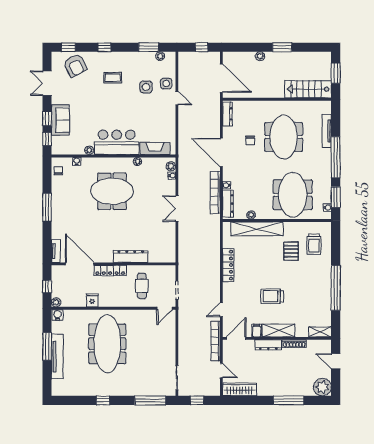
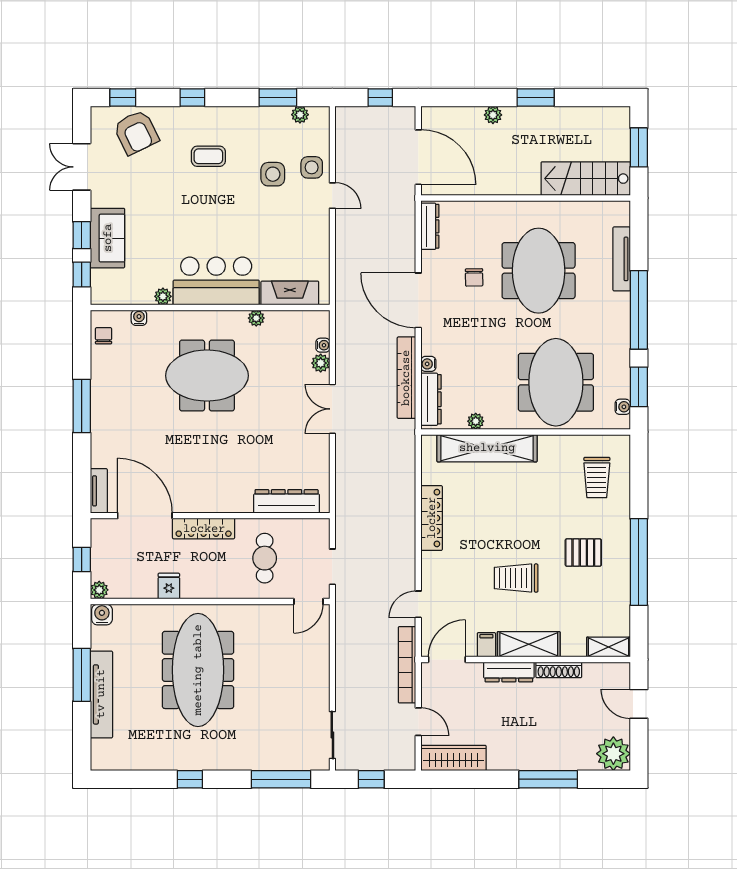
plant: (171, 166) -> (321, 363), moved
pallet: (291, 251) -> (583, 553), moved, turned 90
dresser: (131, 256) -> (287, 501), moved

